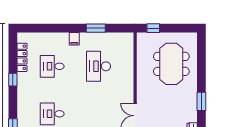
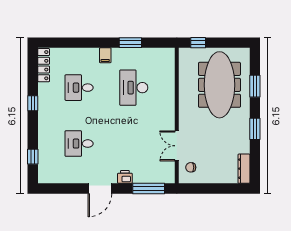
locker: (22, 57) -> (44, 65), moved
meeting table: (171, 64) -> (219, 85), width x1.36
window: (201, 65) -> (255, 86), added

